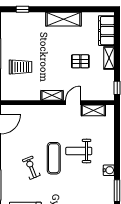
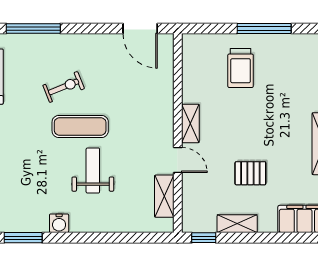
shelving: (109, 58) -> (237, 224), moved
pallet: (80, 61) -> (250, 173), turned 90

